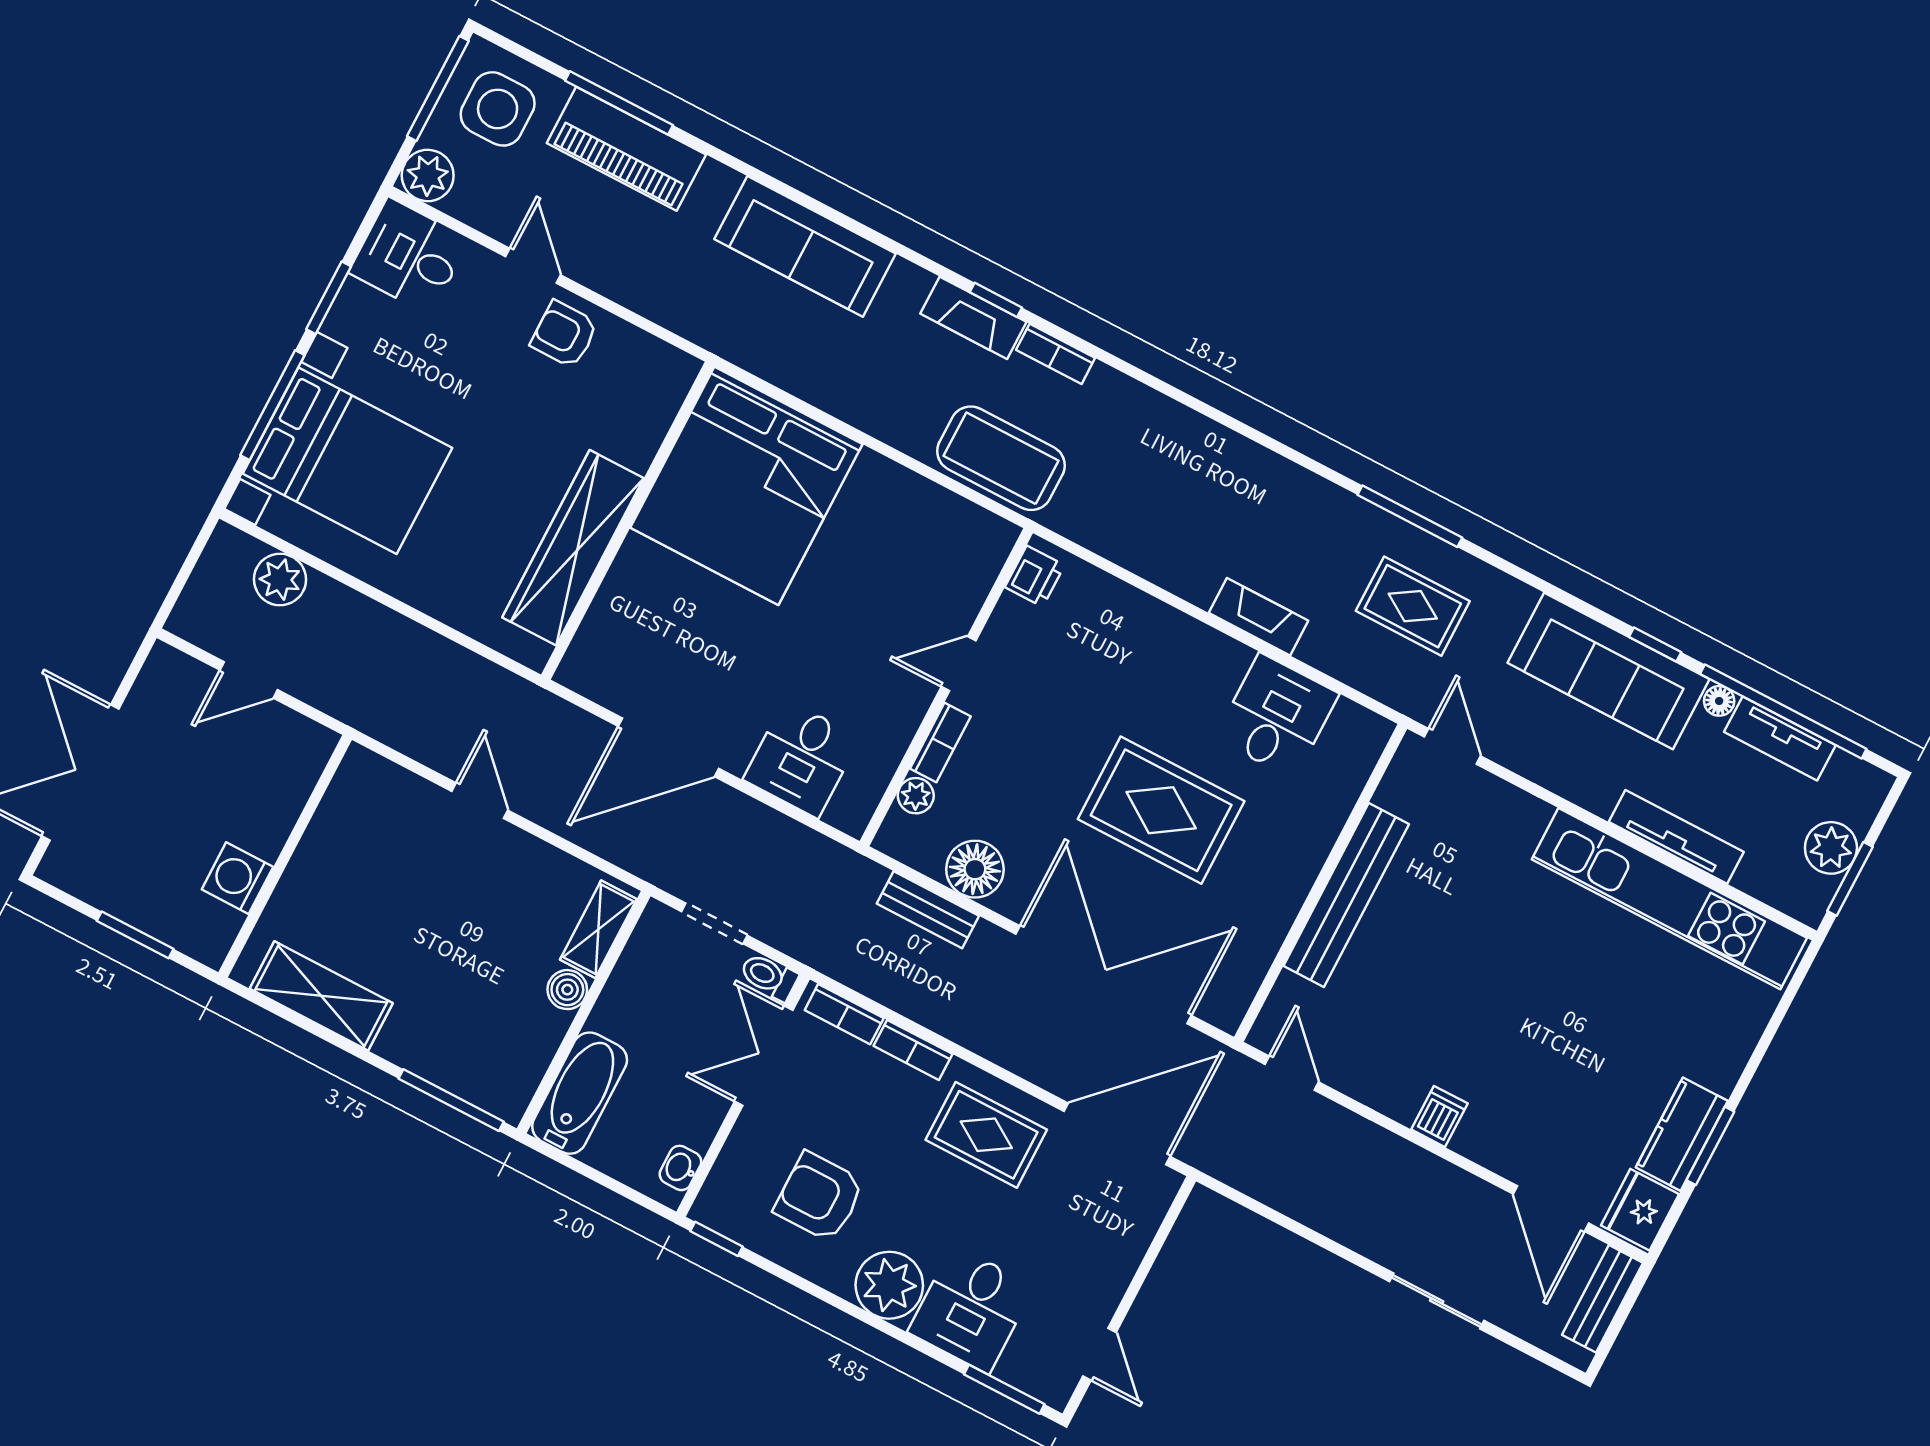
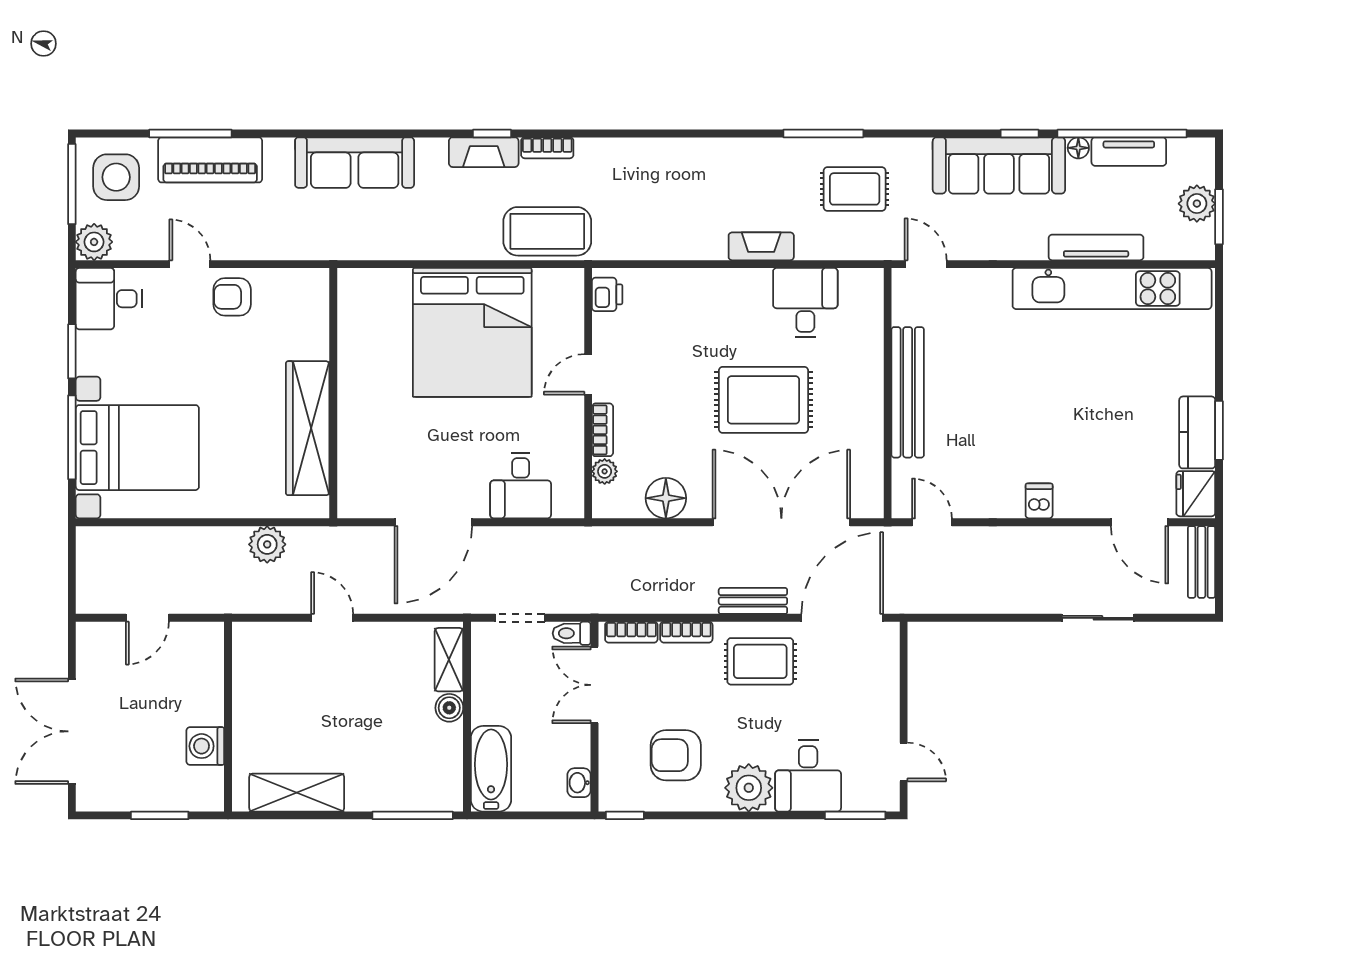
bed: (746, 486) -> (472, 332), moved
plant: (280, 579) -> (267, 544), moved
bench: (928, 910) -> (753, 601), moved

